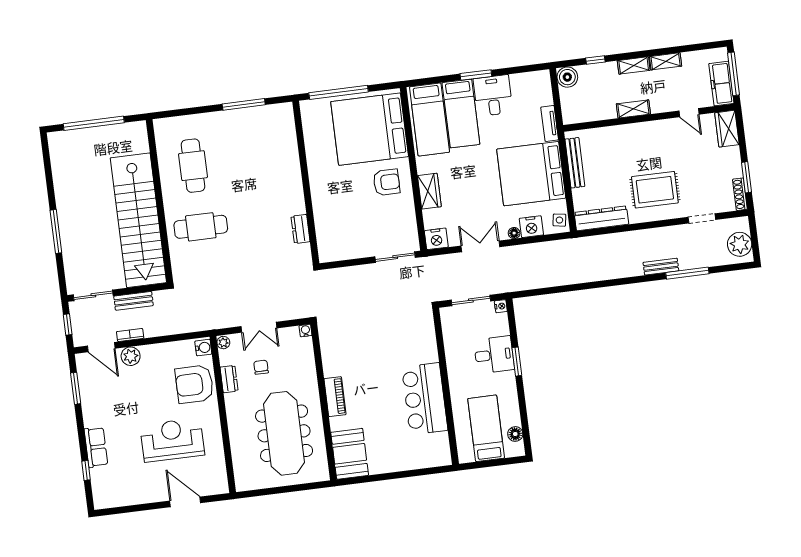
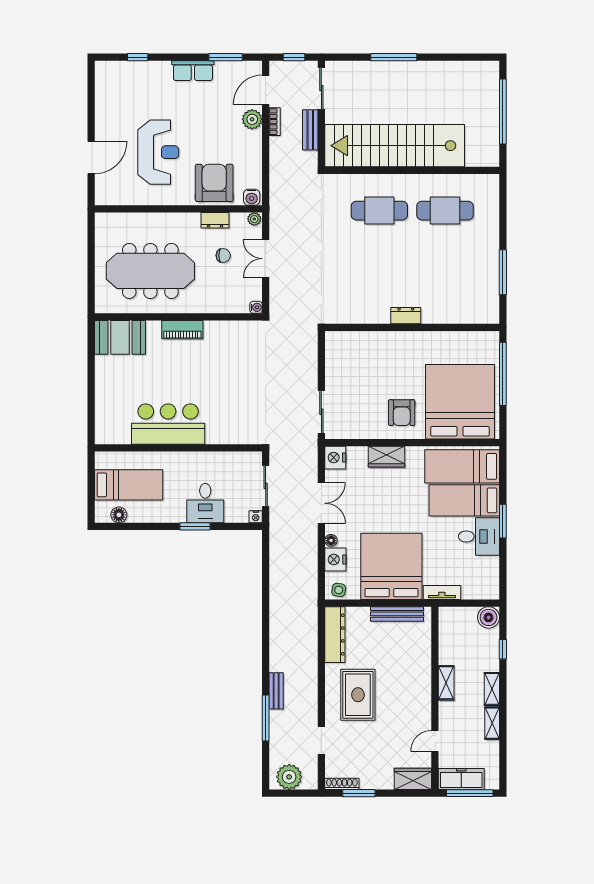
cafe table: (201, 227) -> (379, 211), turned 90
dresser: (301, 229) -> (406, 316), moved
row of seats: (96, 447) -> (193, 71), moved

